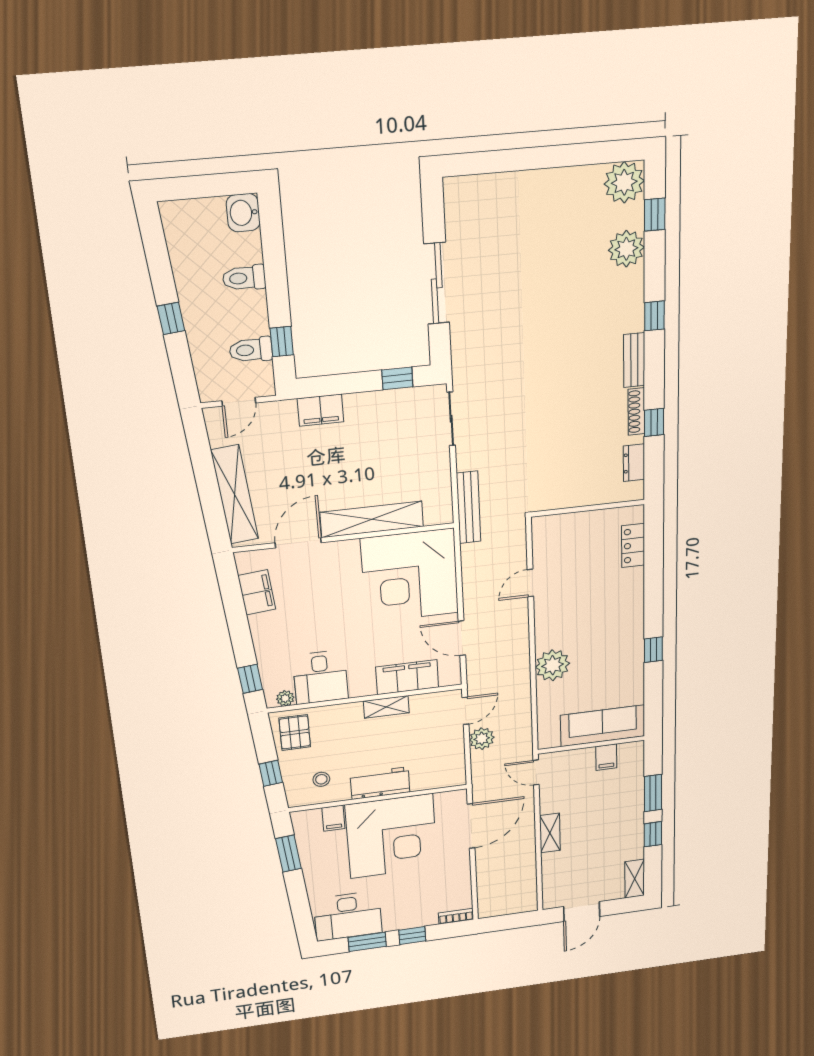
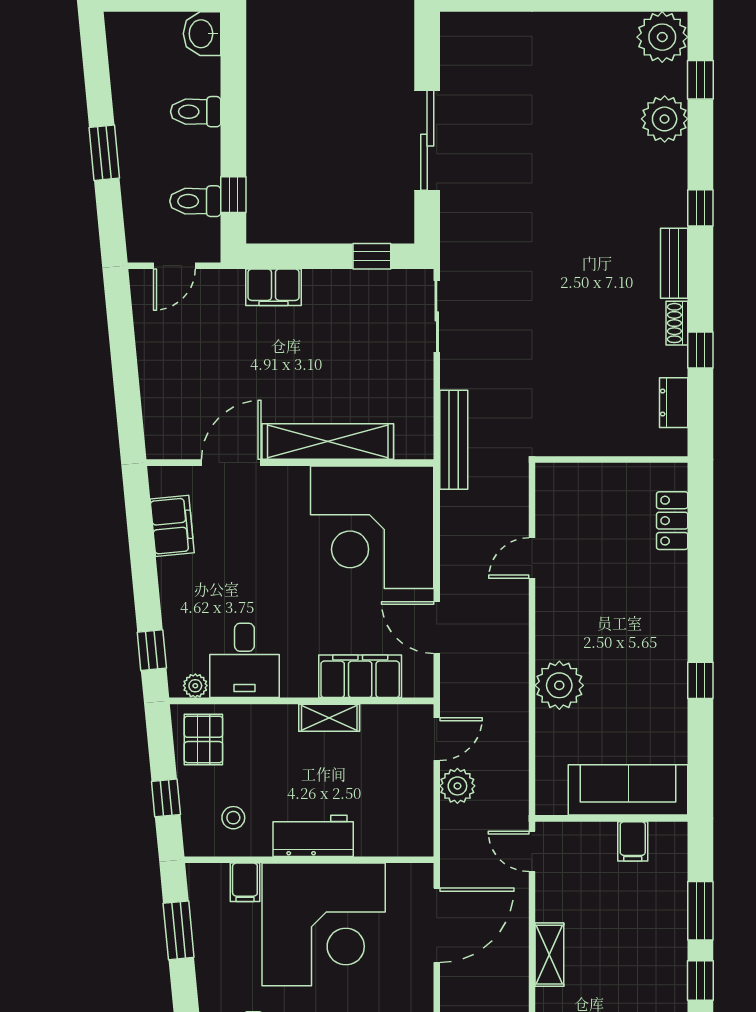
window: (171, 318) -> (104, 153), width x1.50
shoe rack: (636, 411) -> (677, 323), width x0.70
shelving: (235, 495) -> (157, 387), removed

